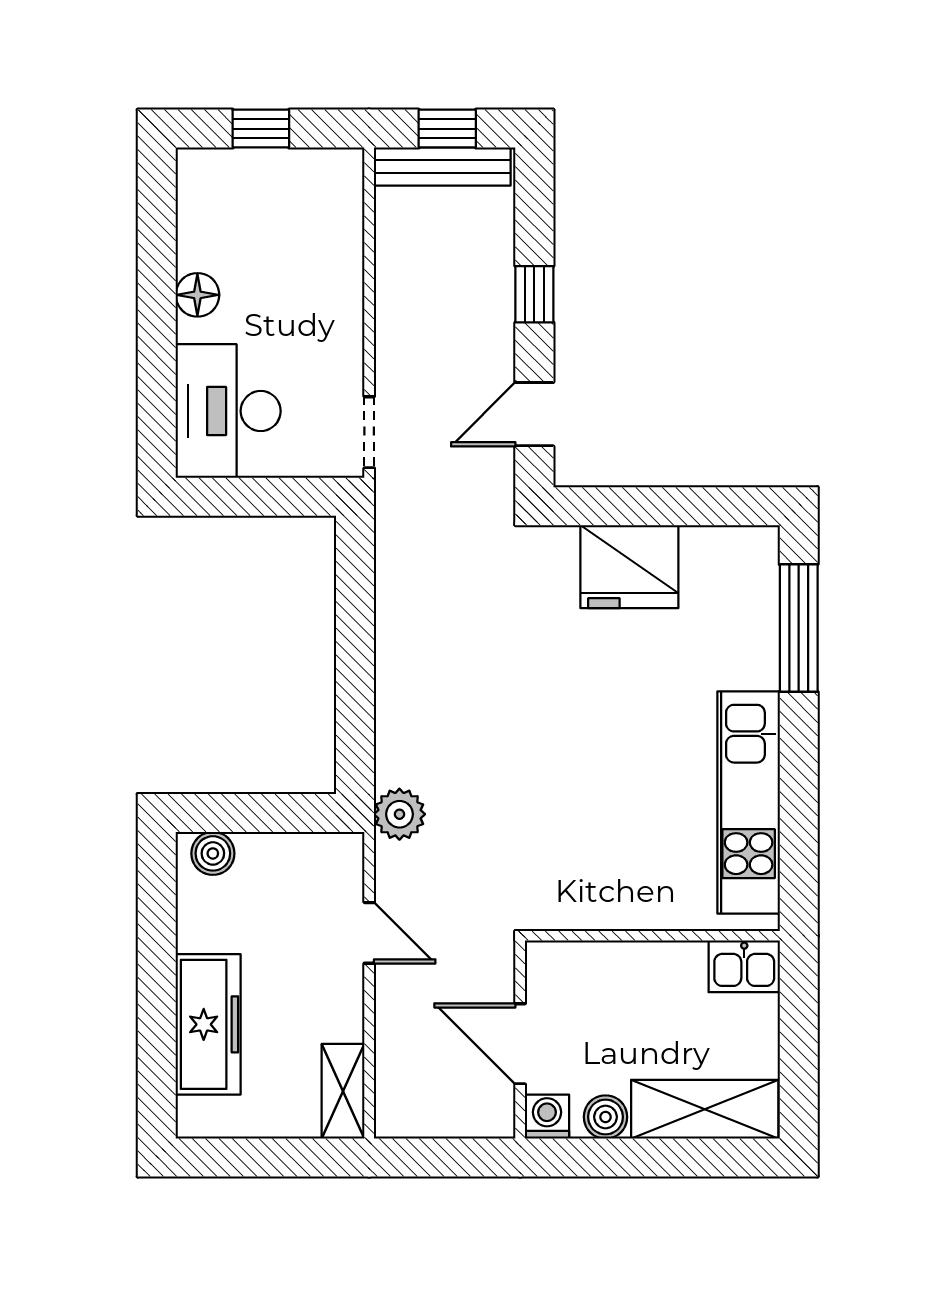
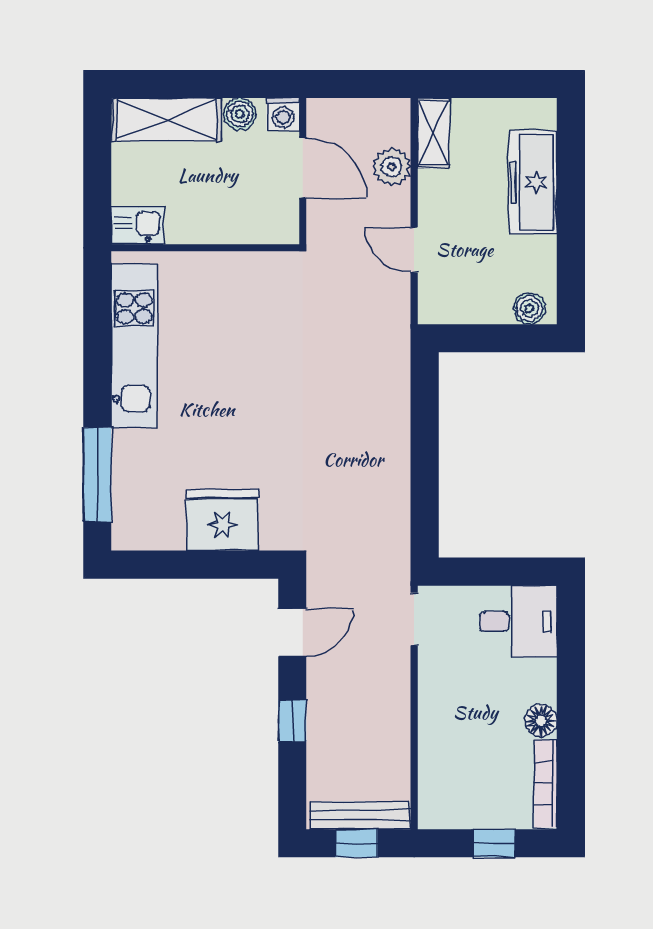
bookcase: (191, 209) -> (546, 784), added
desk: (228, 411) -> (518, 621), width x0.73
plant: (399, 814) -> (392, 167), moved

